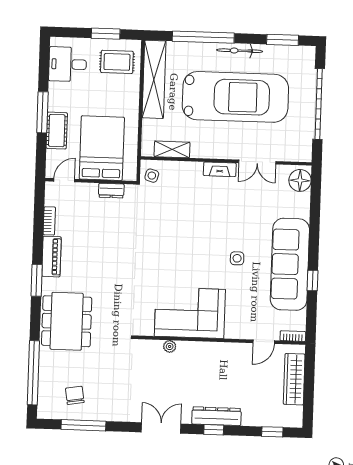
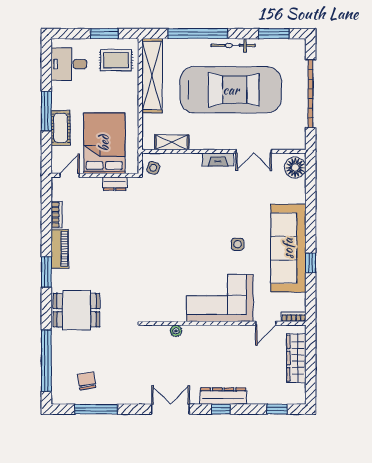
corner sofa: (190, 313) -> (220, 298), moved
dining table: (67, 321) -> (76, 310), width x0.73

